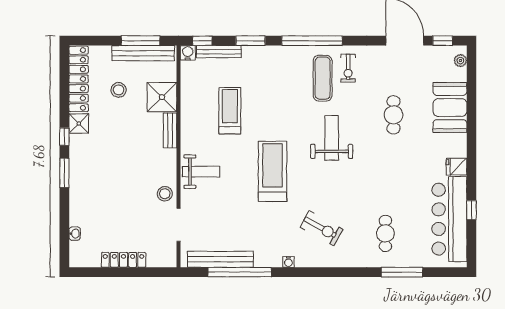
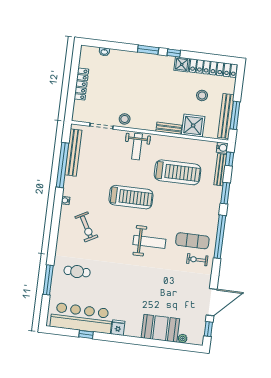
plant: (460, 61) -> (183, 339), moved
treadmill: (230, 111) -> (178, 172), width x1.37, depth x1.37
cafe table: (393, 115) -> (160, 288), removed
exercise bike: (322, 228) -> (86, 227), turned -58

